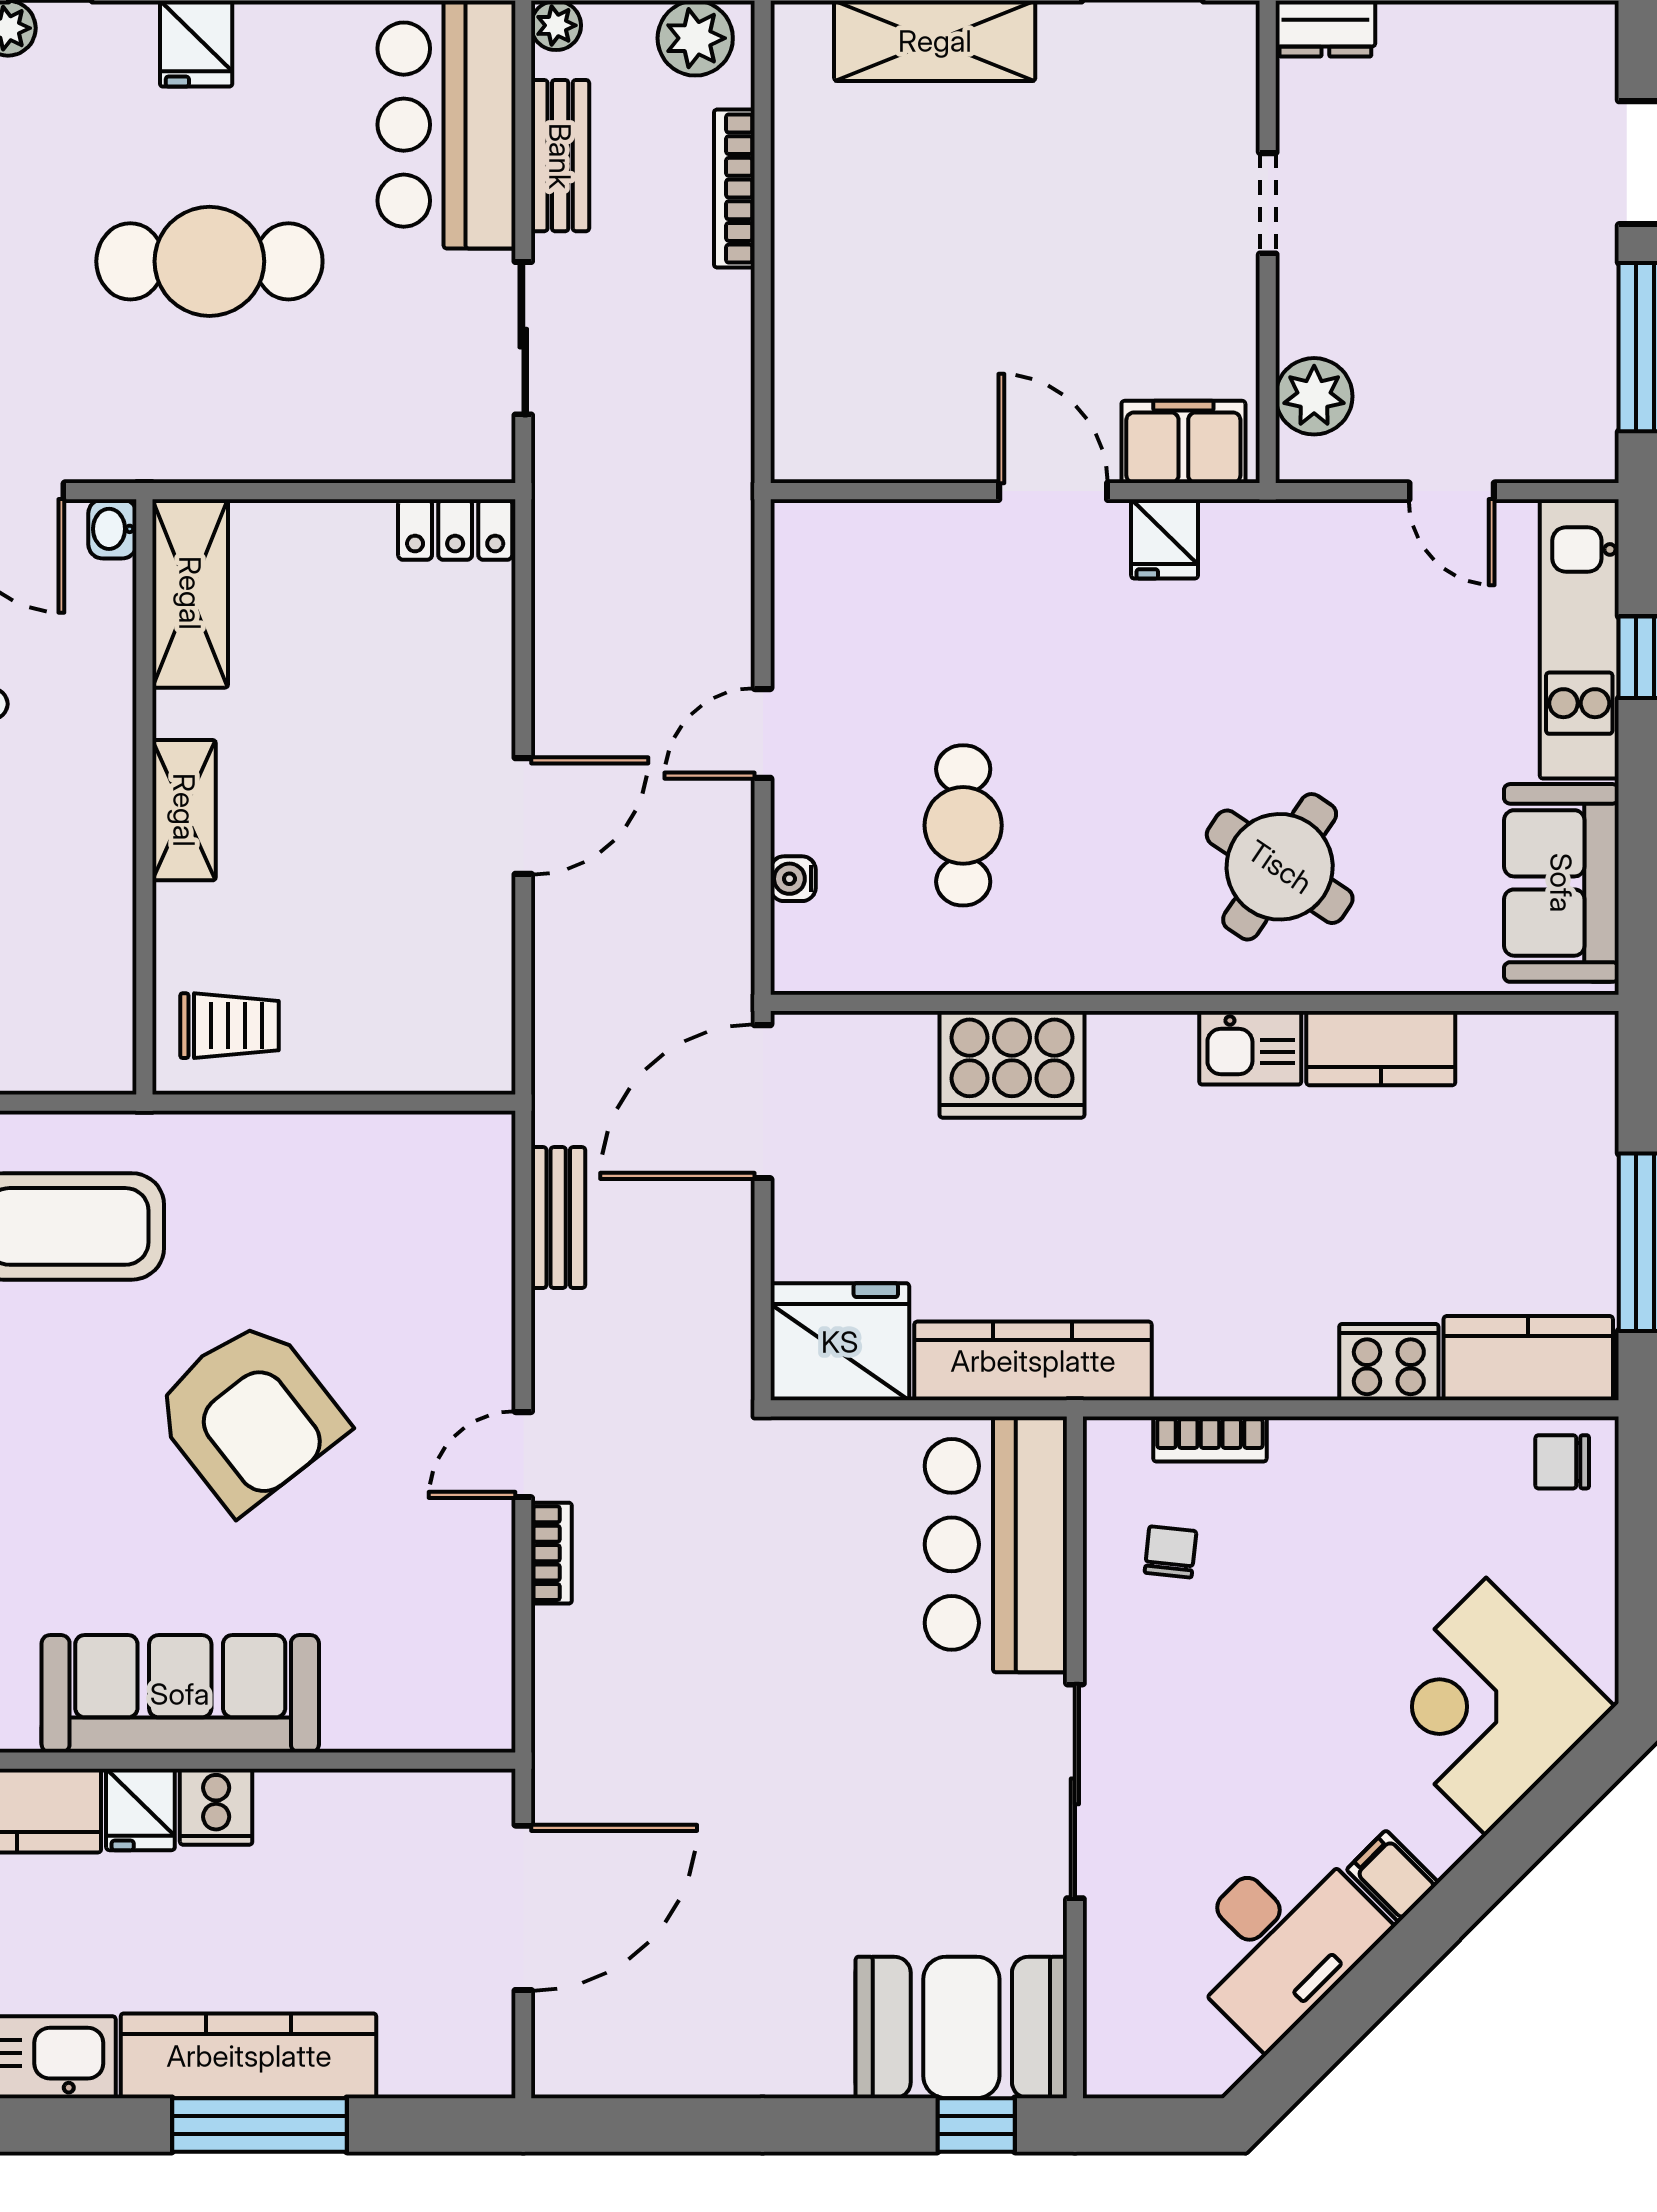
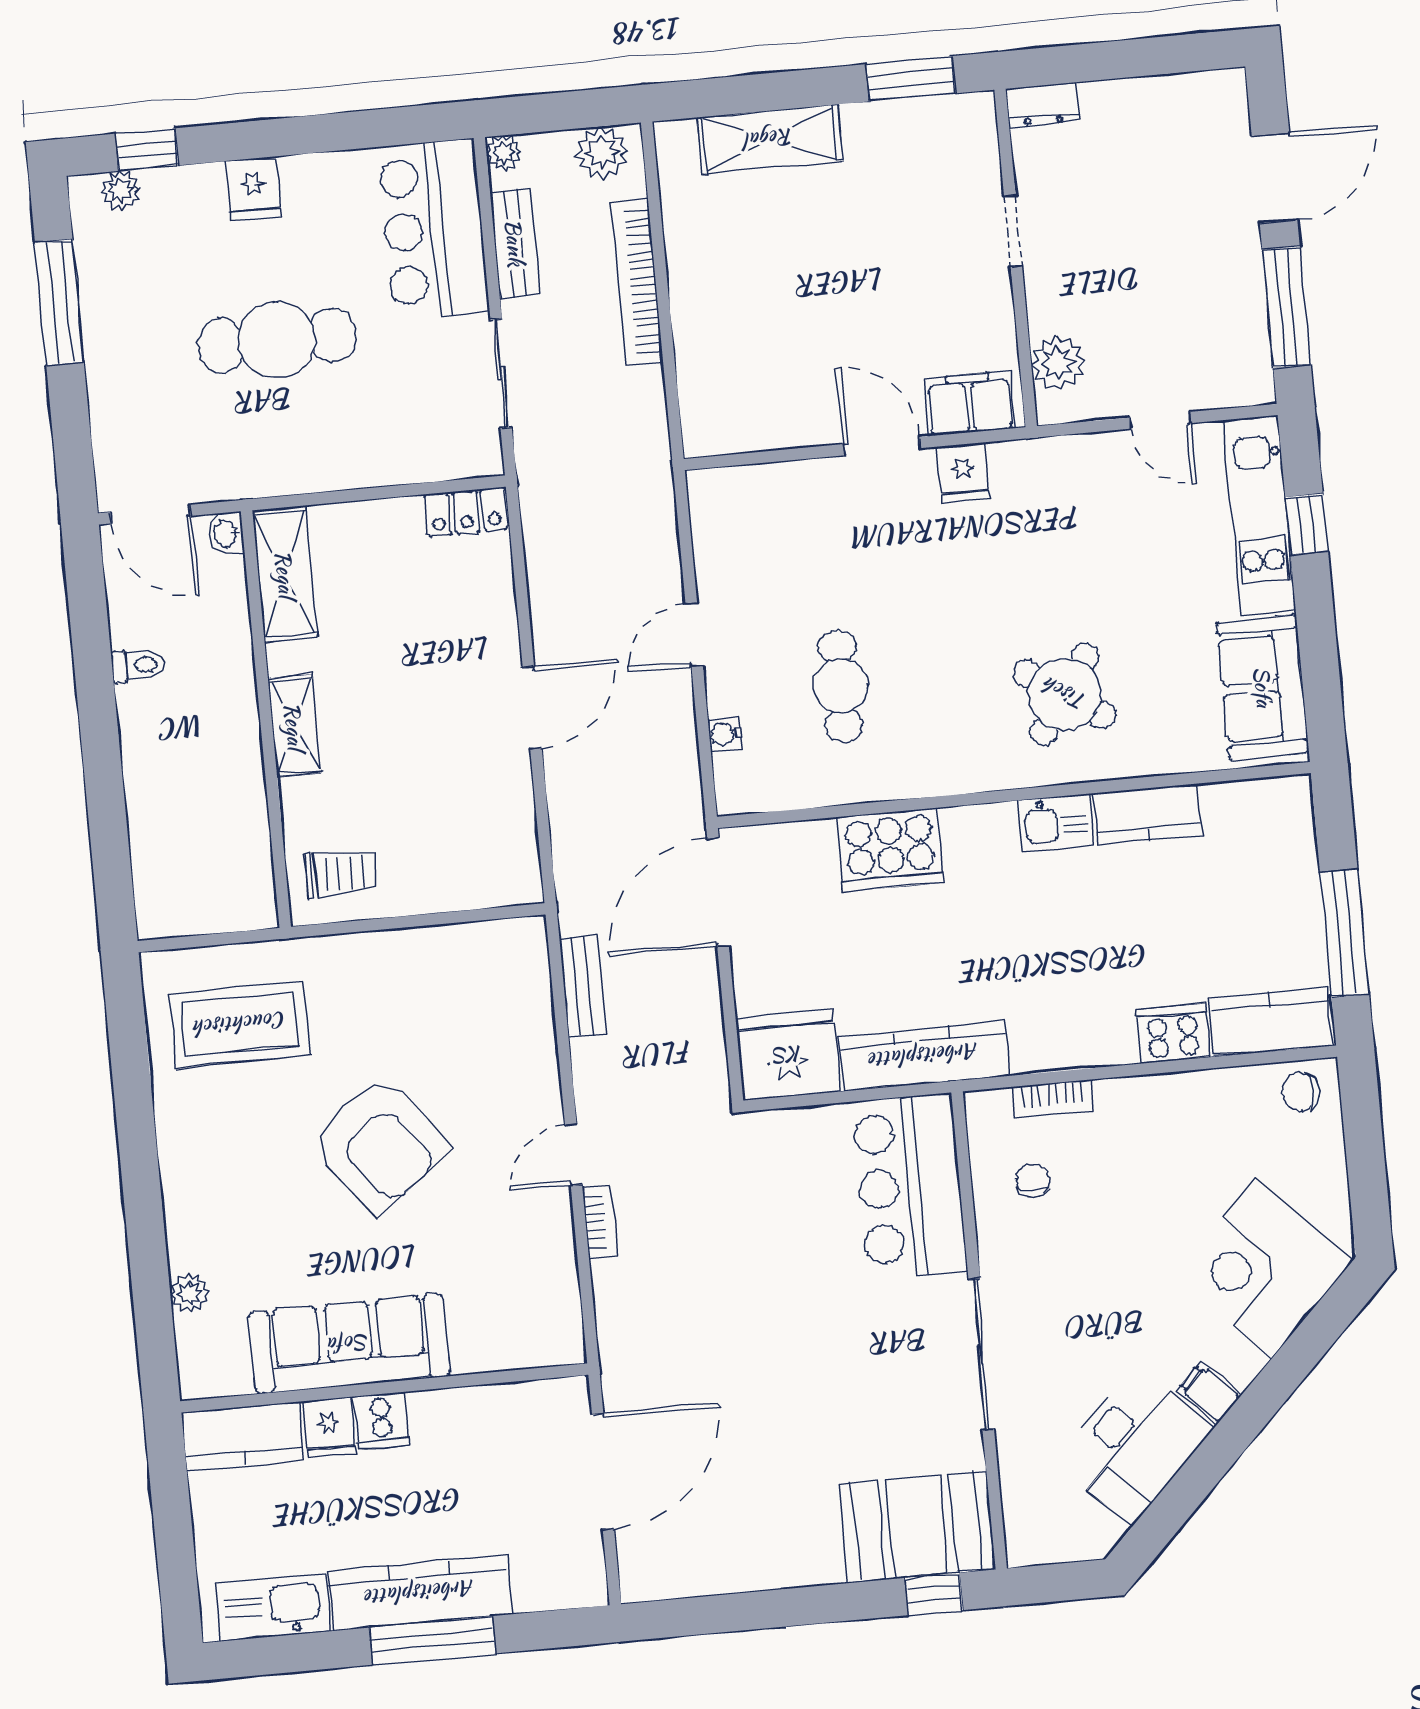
bookcase: (734, 189) -> (637, 282), width x1.48, depth x1.31

